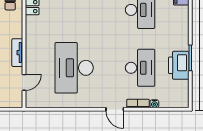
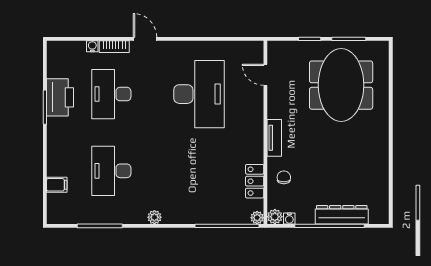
tv unit: (17, 53) -> (274, 138), moved
door: (24, 82) -> (265, 75), hinge flipped

